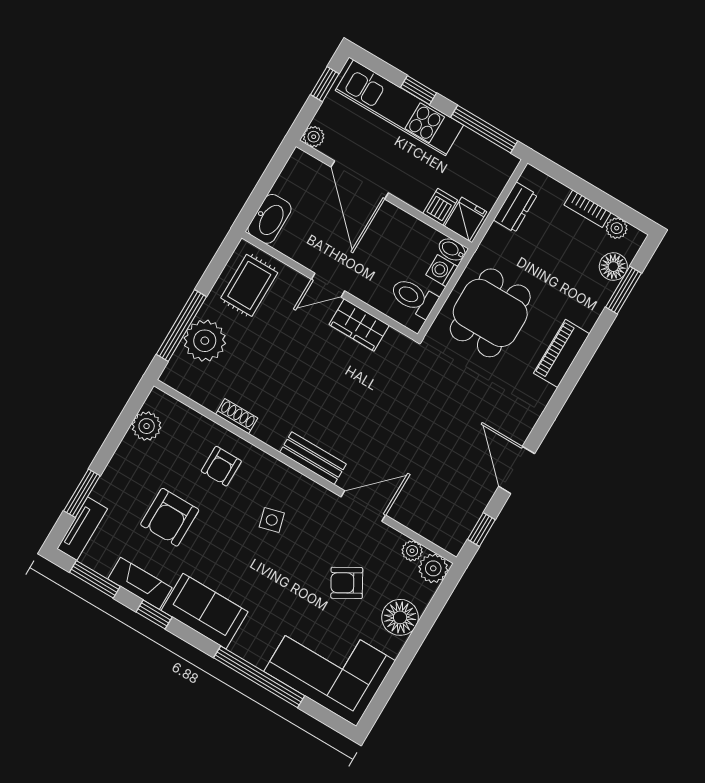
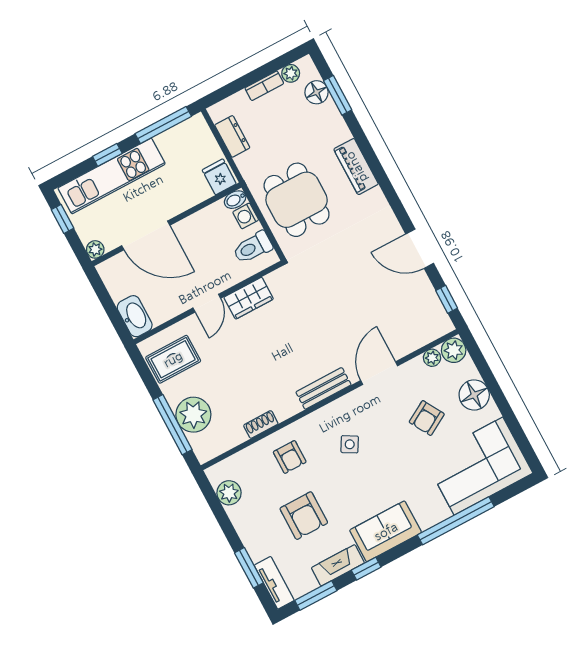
dishwasher: (440, 207) -> (199, 190), removed
rug: (249, 285) -> (173, 359), turned 90
side table: (272, 520) -> (350, 444), turned 45

